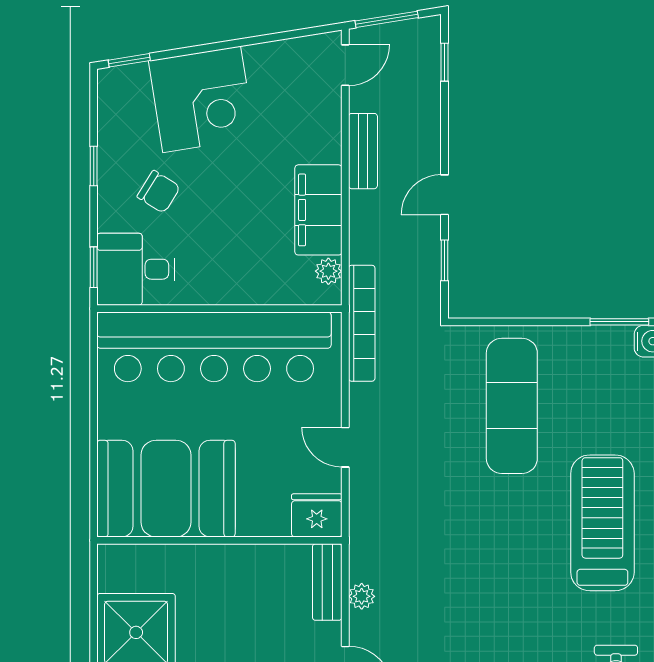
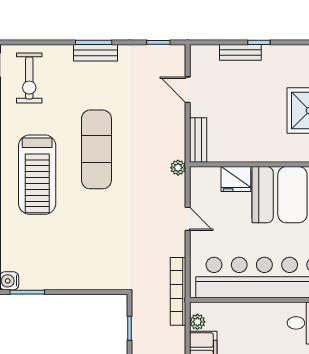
exercise mat: (512, 406) -> (96, 149), moved
fridge: (317, 515) -> (236, 179), moved
plant: (362, 596) -> (178, 168), moved

